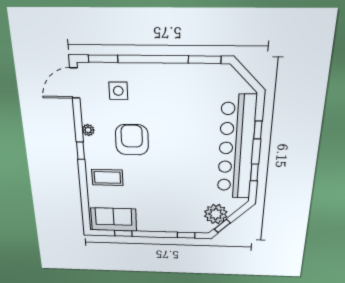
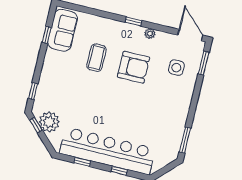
coffee table: (107, 177) -> (96, 58), moved

